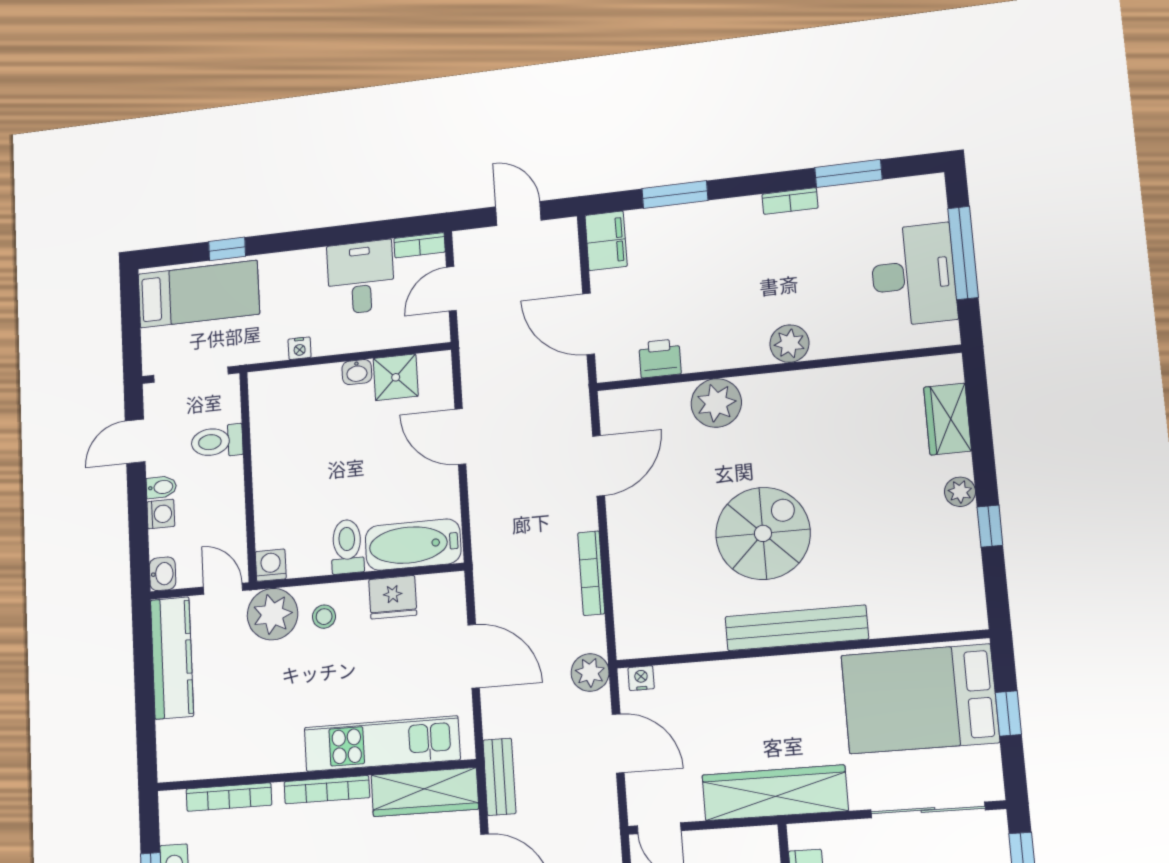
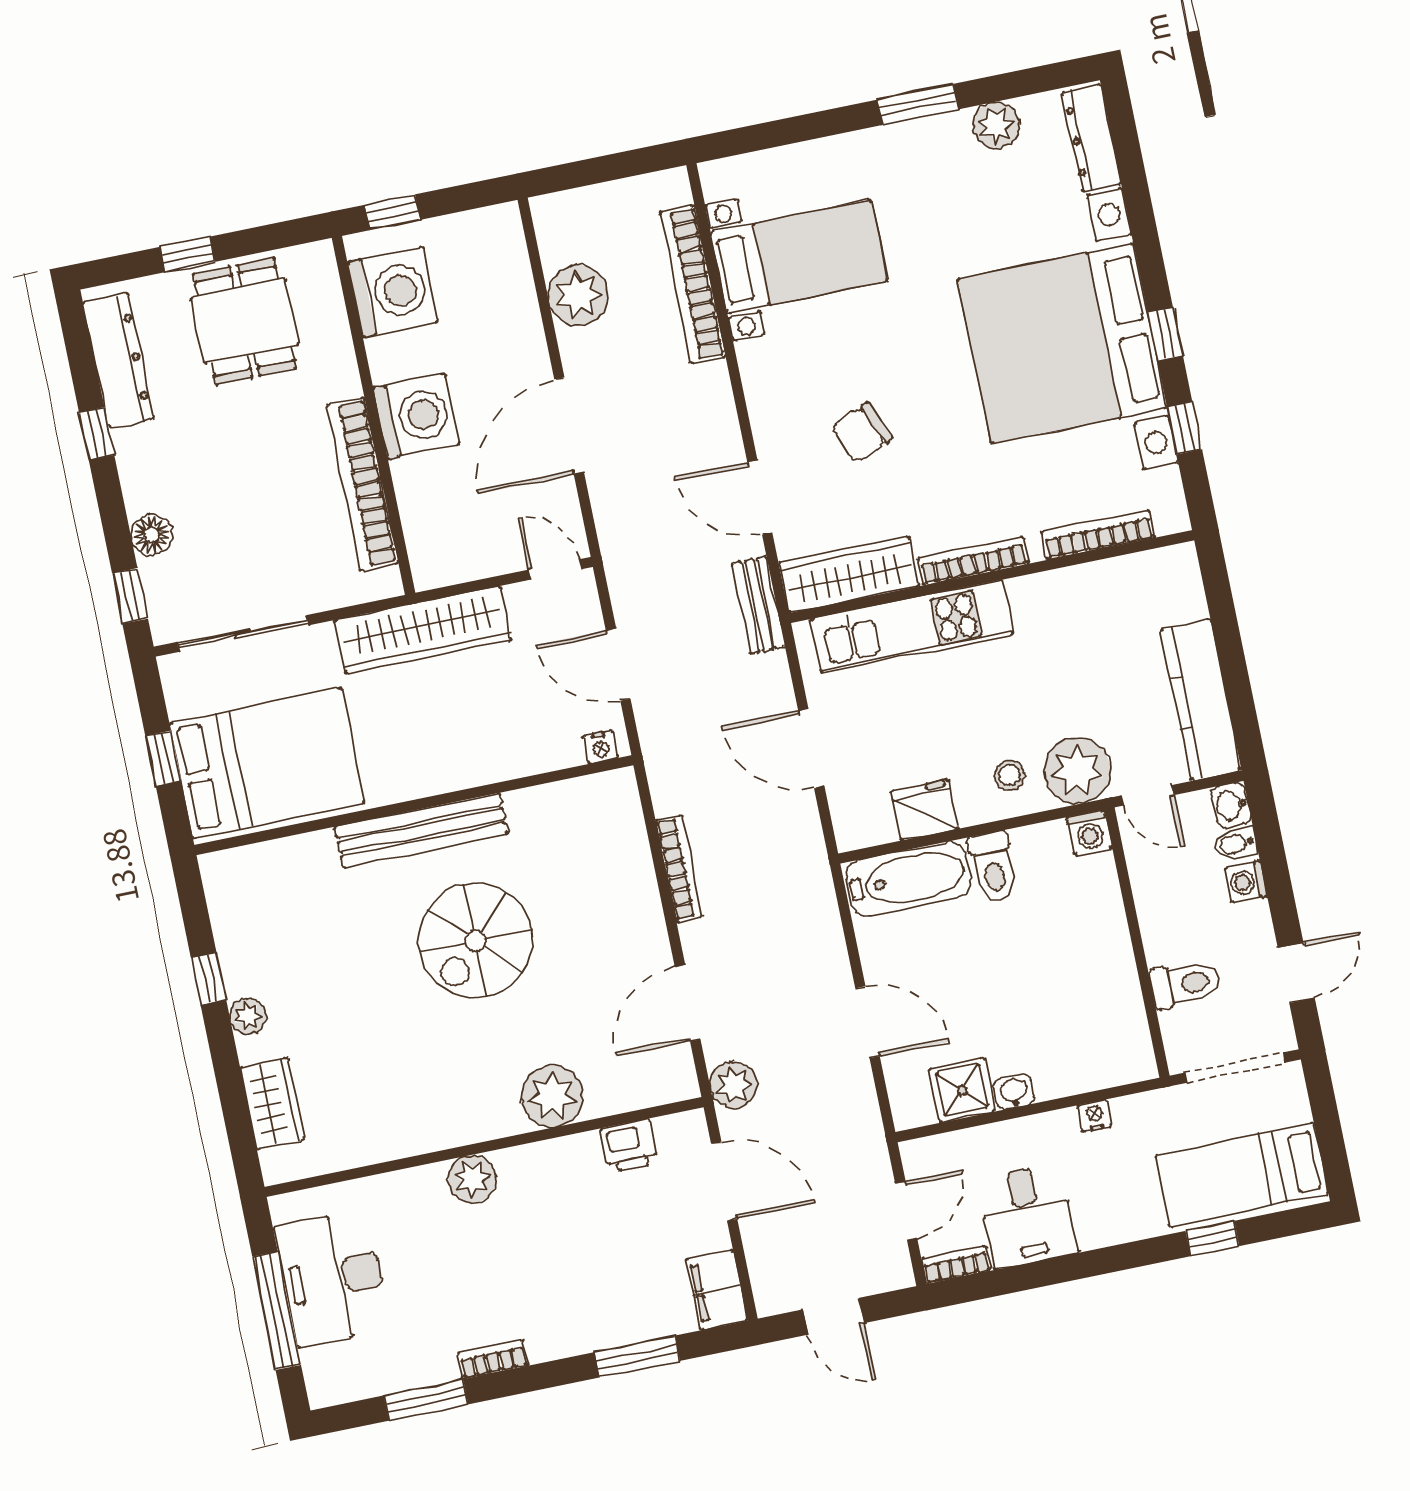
bidet: (161, 487) -> (1236, 844), moved
plant: (590, 673) -> (734, 1085), moved

